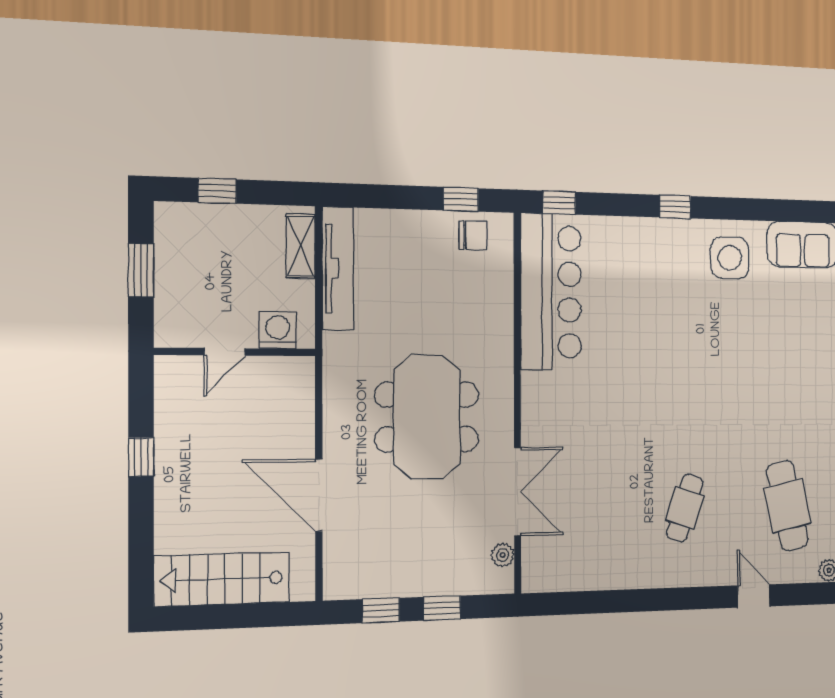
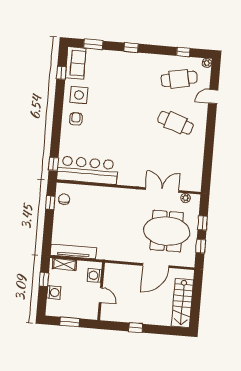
window: (217, 191) -> (44, 279), moved
window: (675, 207) -> (61, 73), moved
washing machine: (221, 221) -> (54, 292), added
armchair: (673, 254) -> (76, 119), added
meeting table: (427, 417) -> (167, 231), moved
cafe table: (685, 508) -> (175, 123), width x1.37, depth x1.35

